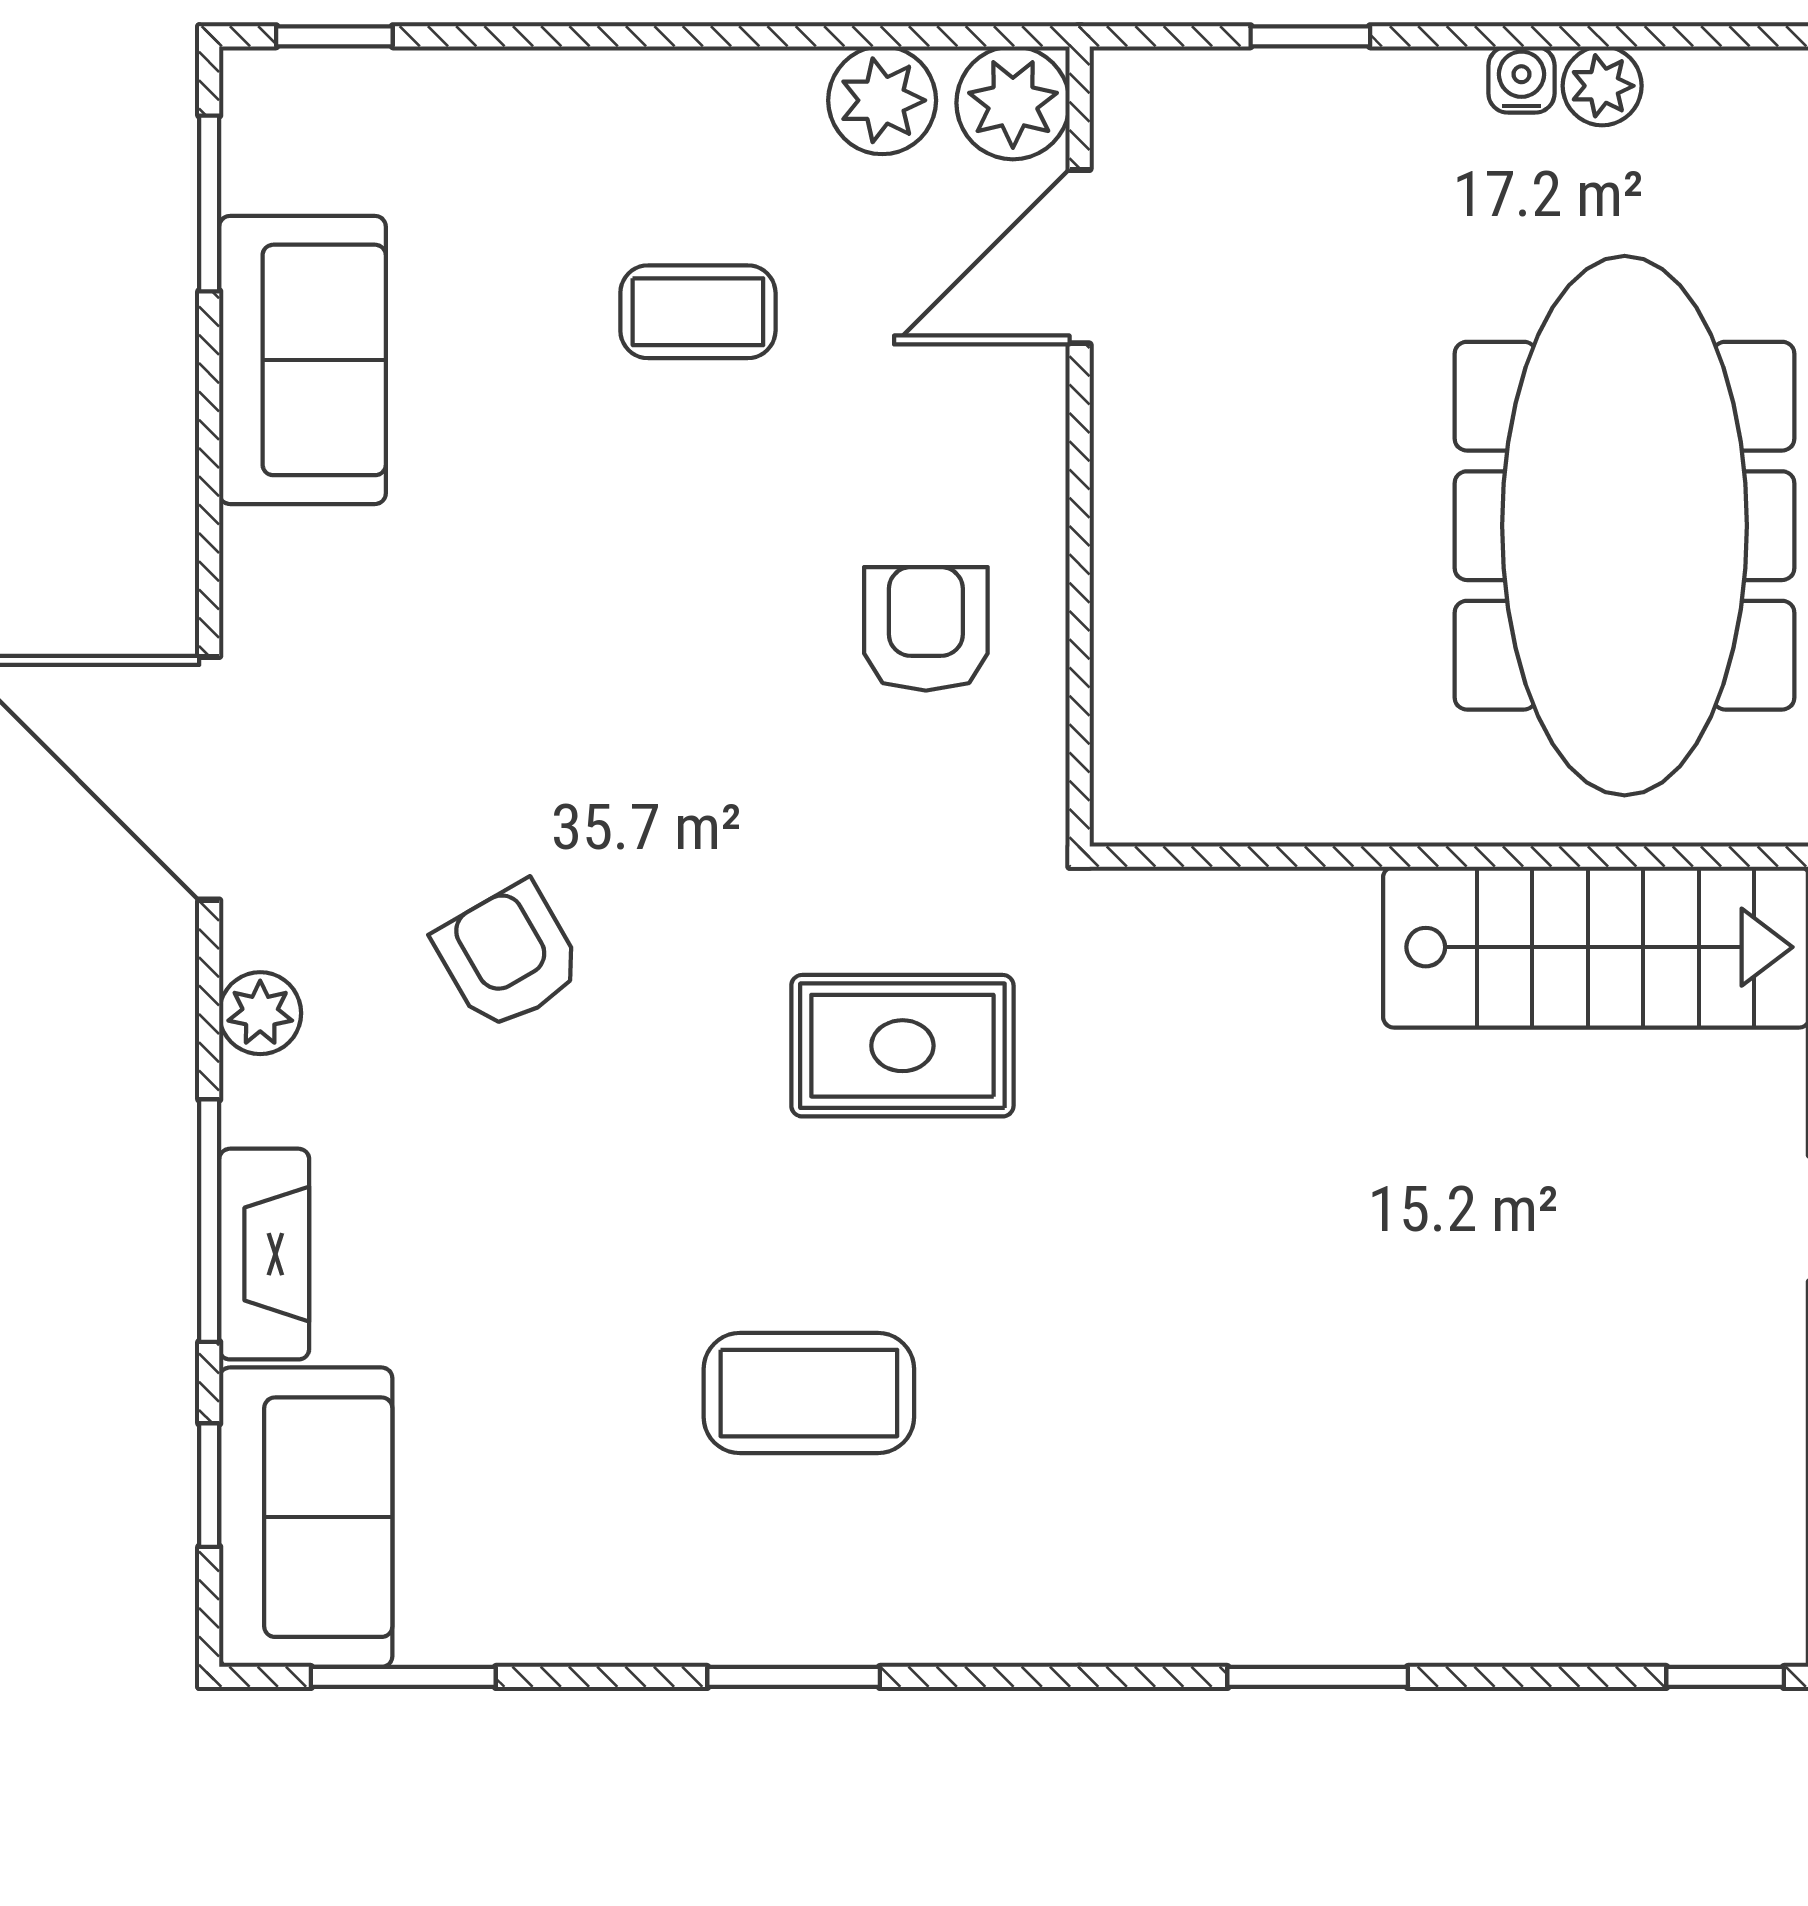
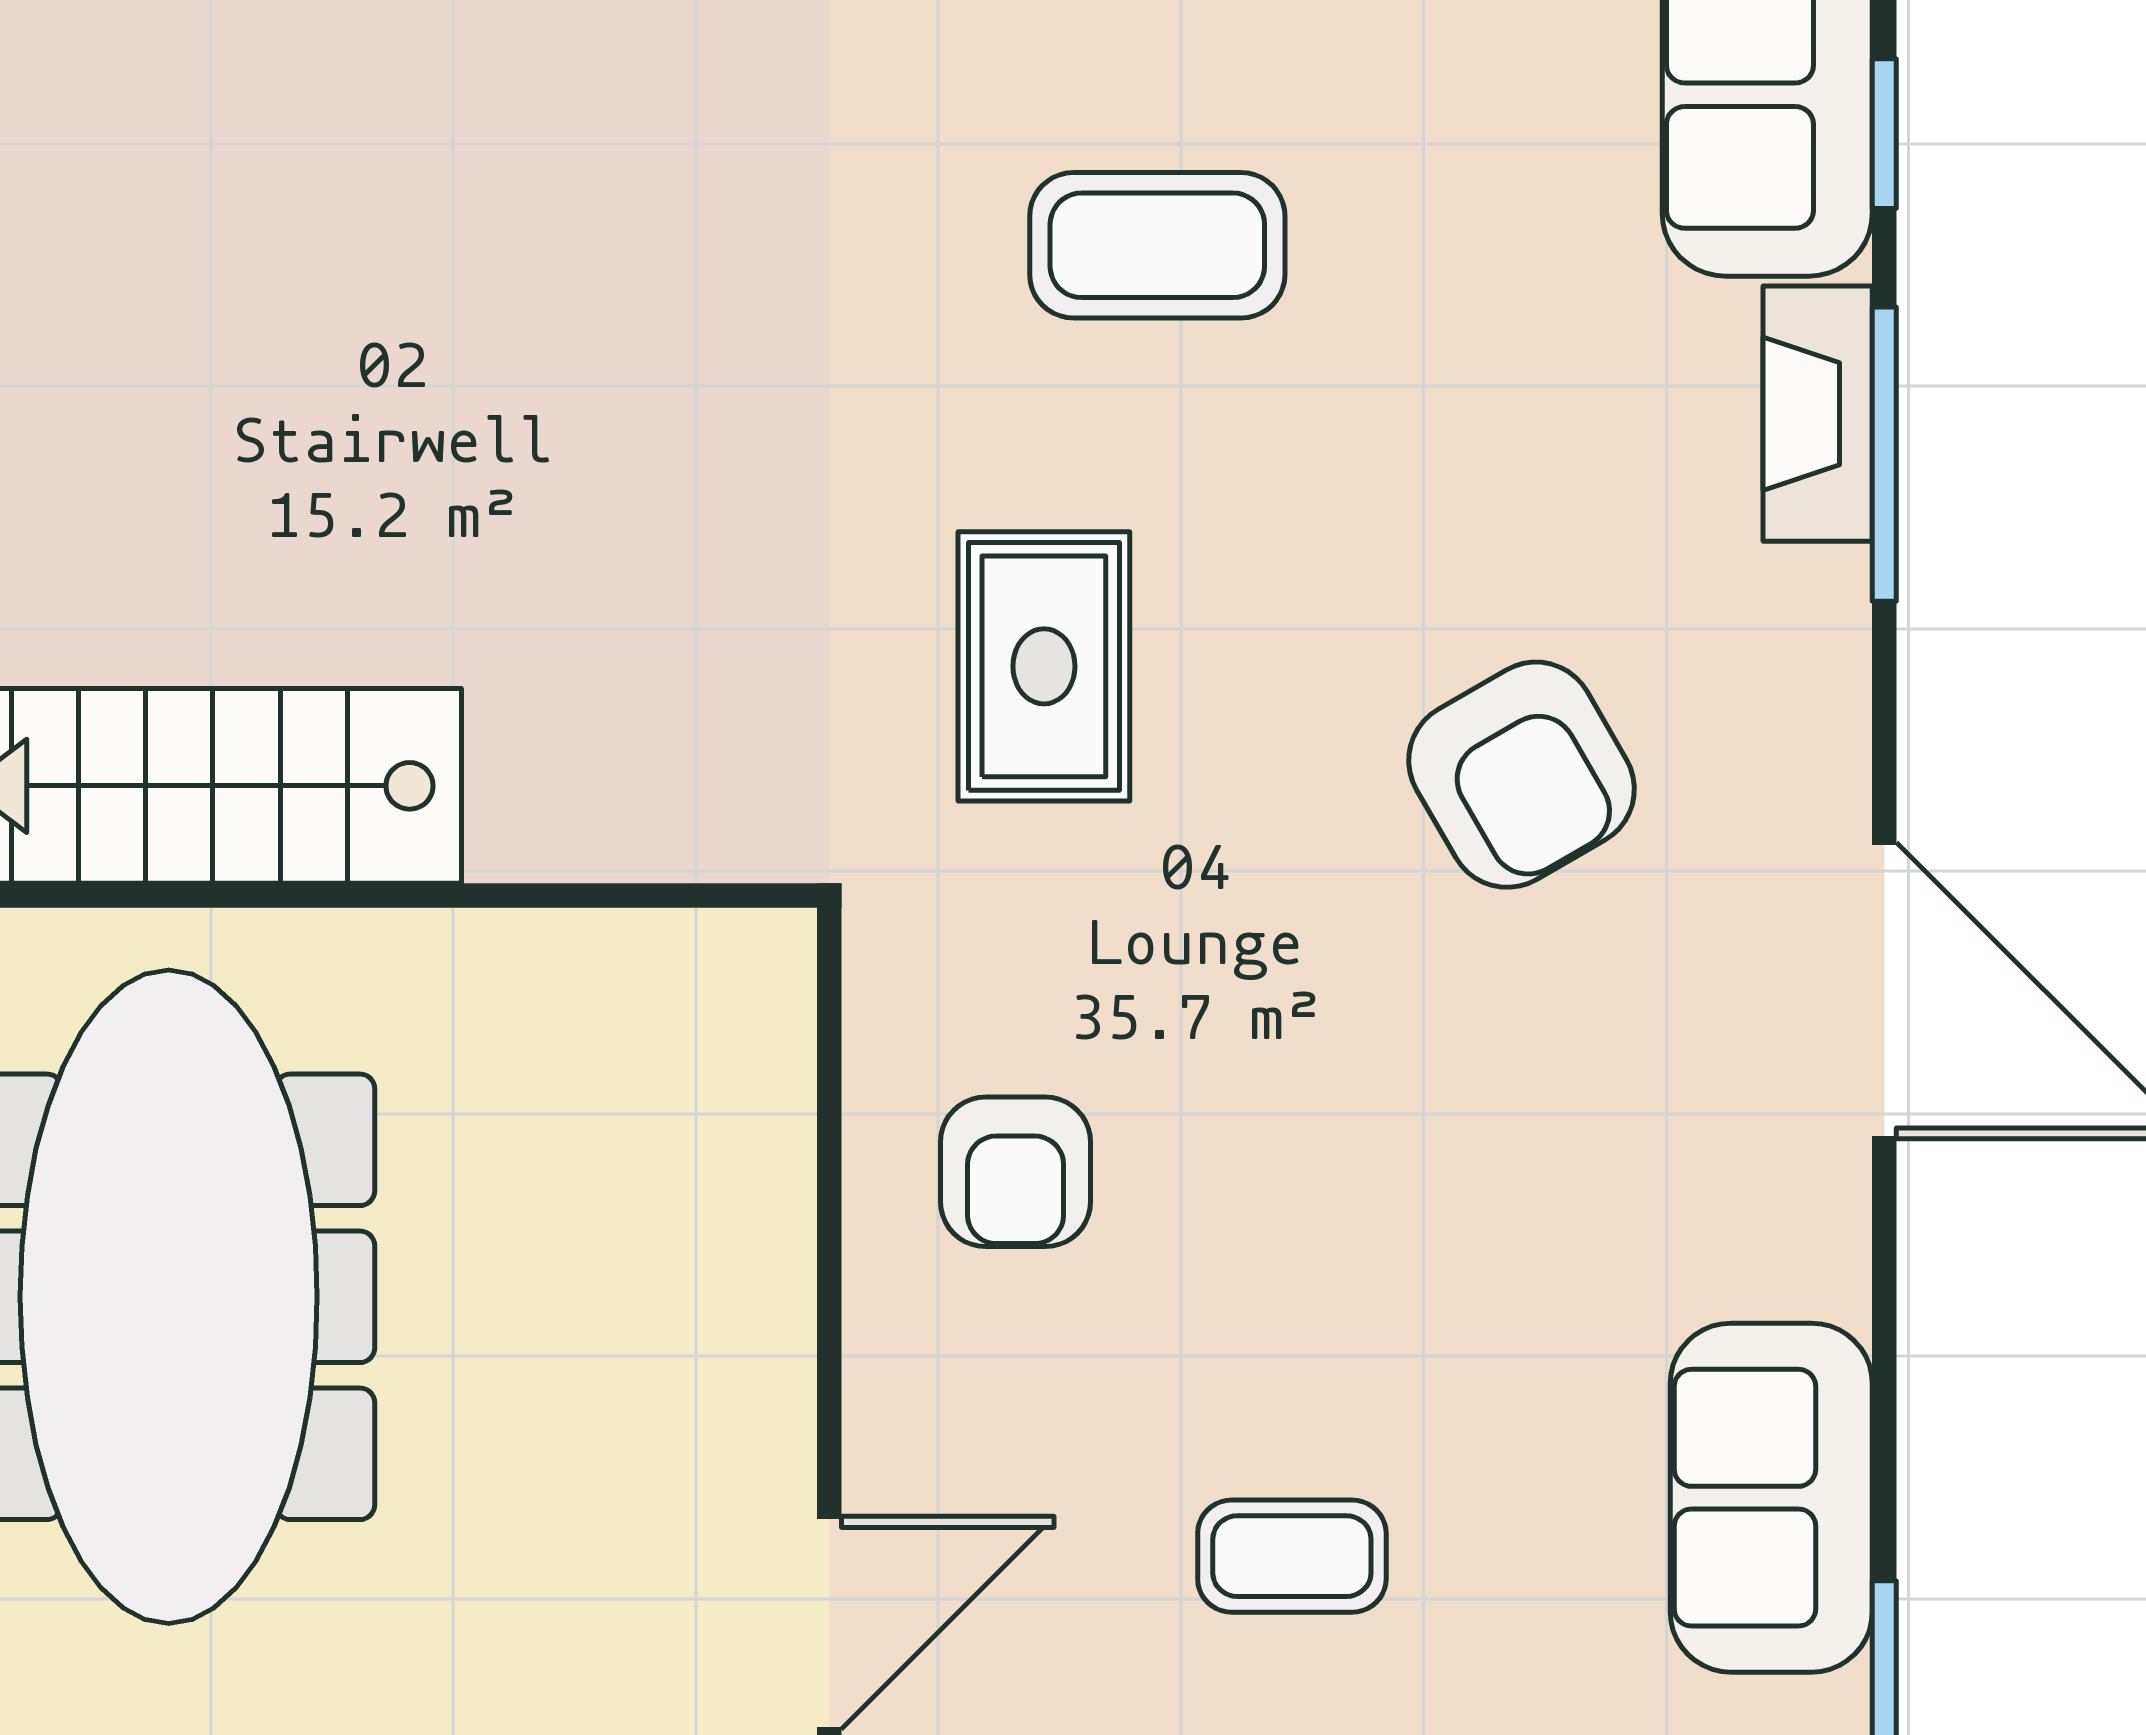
armchair: (508, 956) -> (1522, 775), width x1.38, depth x1.38
plant: (260, 1013) -> (1823, 706), removed
rug: (902, 1046) -> (1044, 666), turned 90

